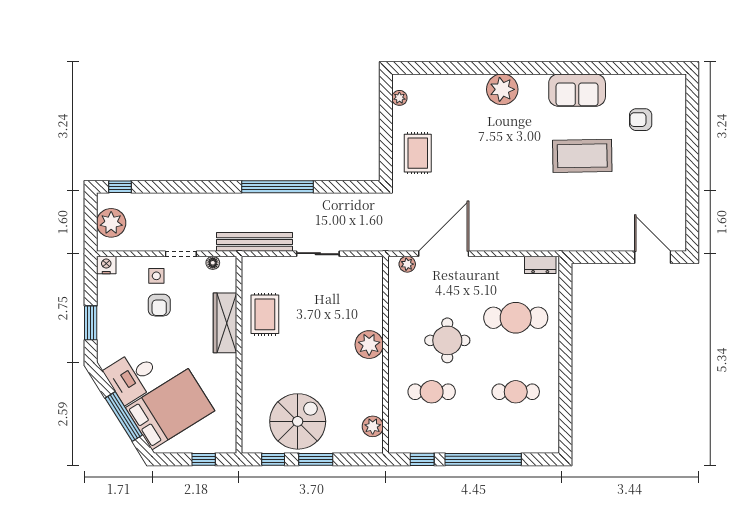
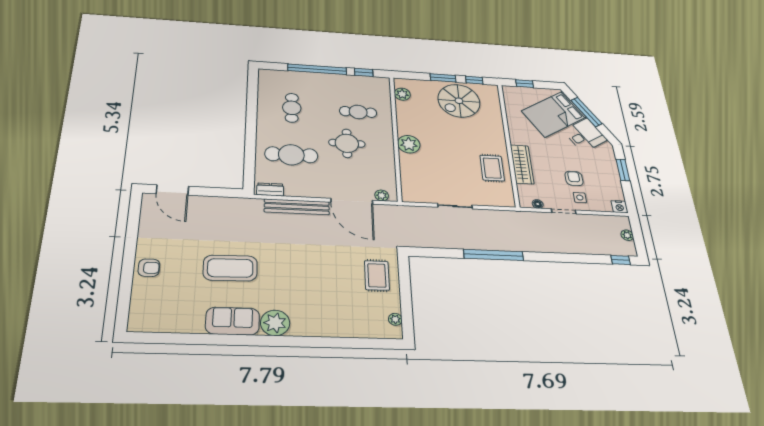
plant: (502, 89) -> (275, 323), moved
armchair: (641, 120) -> (149, 268), moved
plant: (111, 223) -> (627, 235), width x0.53, depth x0.53
bench: (254, 242) -> (297, 207), moved
door: (444, 254) -> (352, 201), hinge flipped
cafe table: (516, 392) -> (292, 108), turned 90

